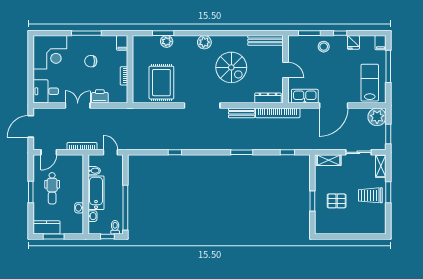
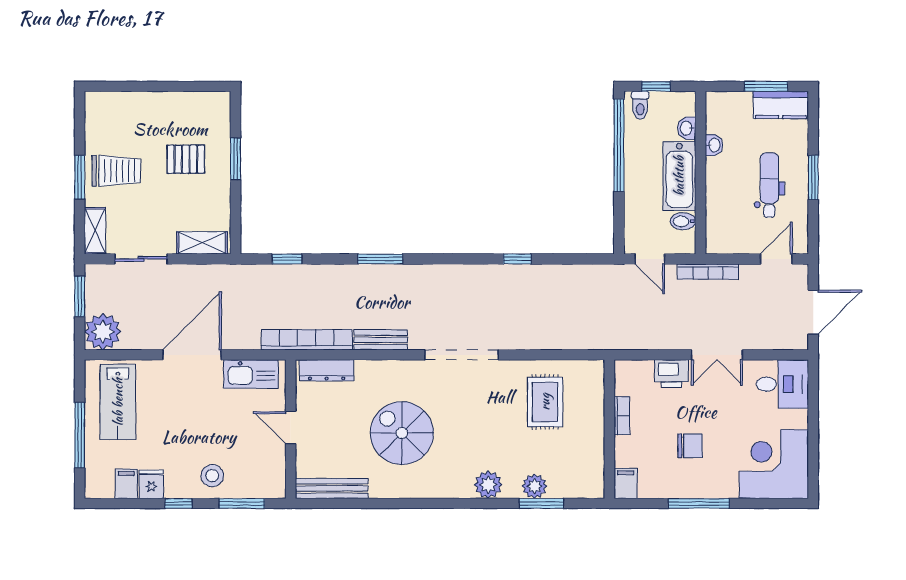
plant: (204, 42) -> (488, 485), moved
filing cabinet: (381, 43) -> (126, 484), moved
rug: (161, 83) -> (545, 402), width x0.73, depth x0.70

